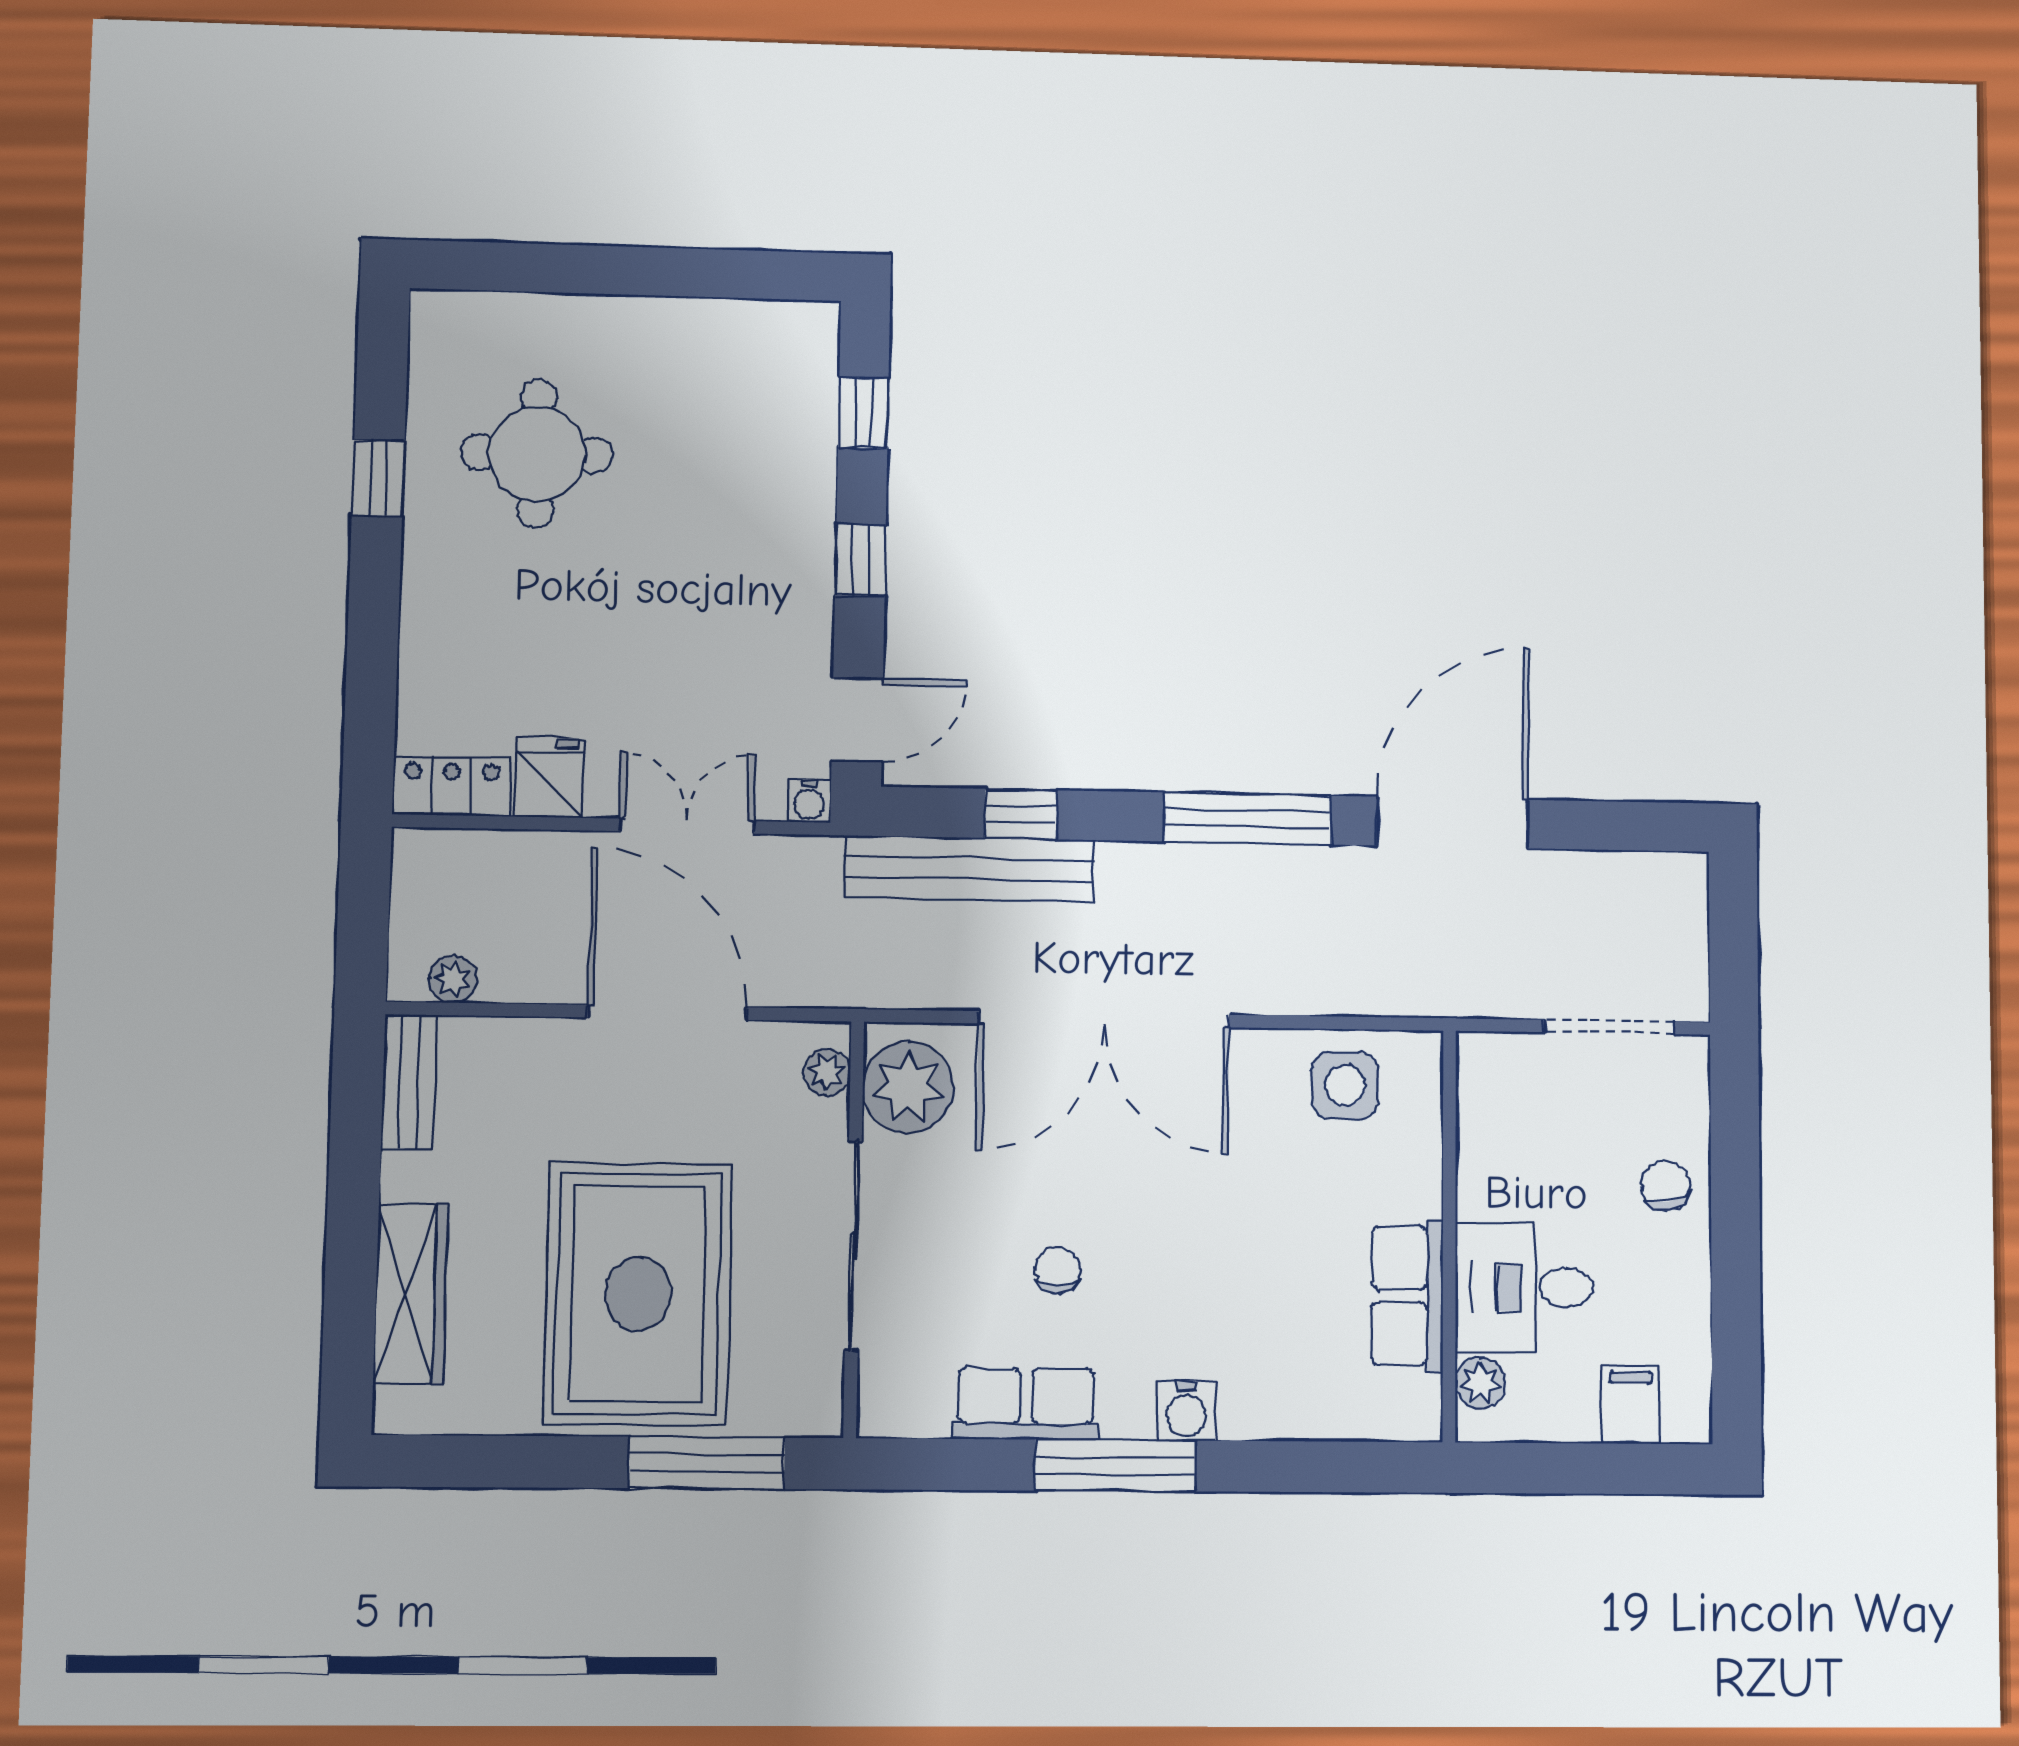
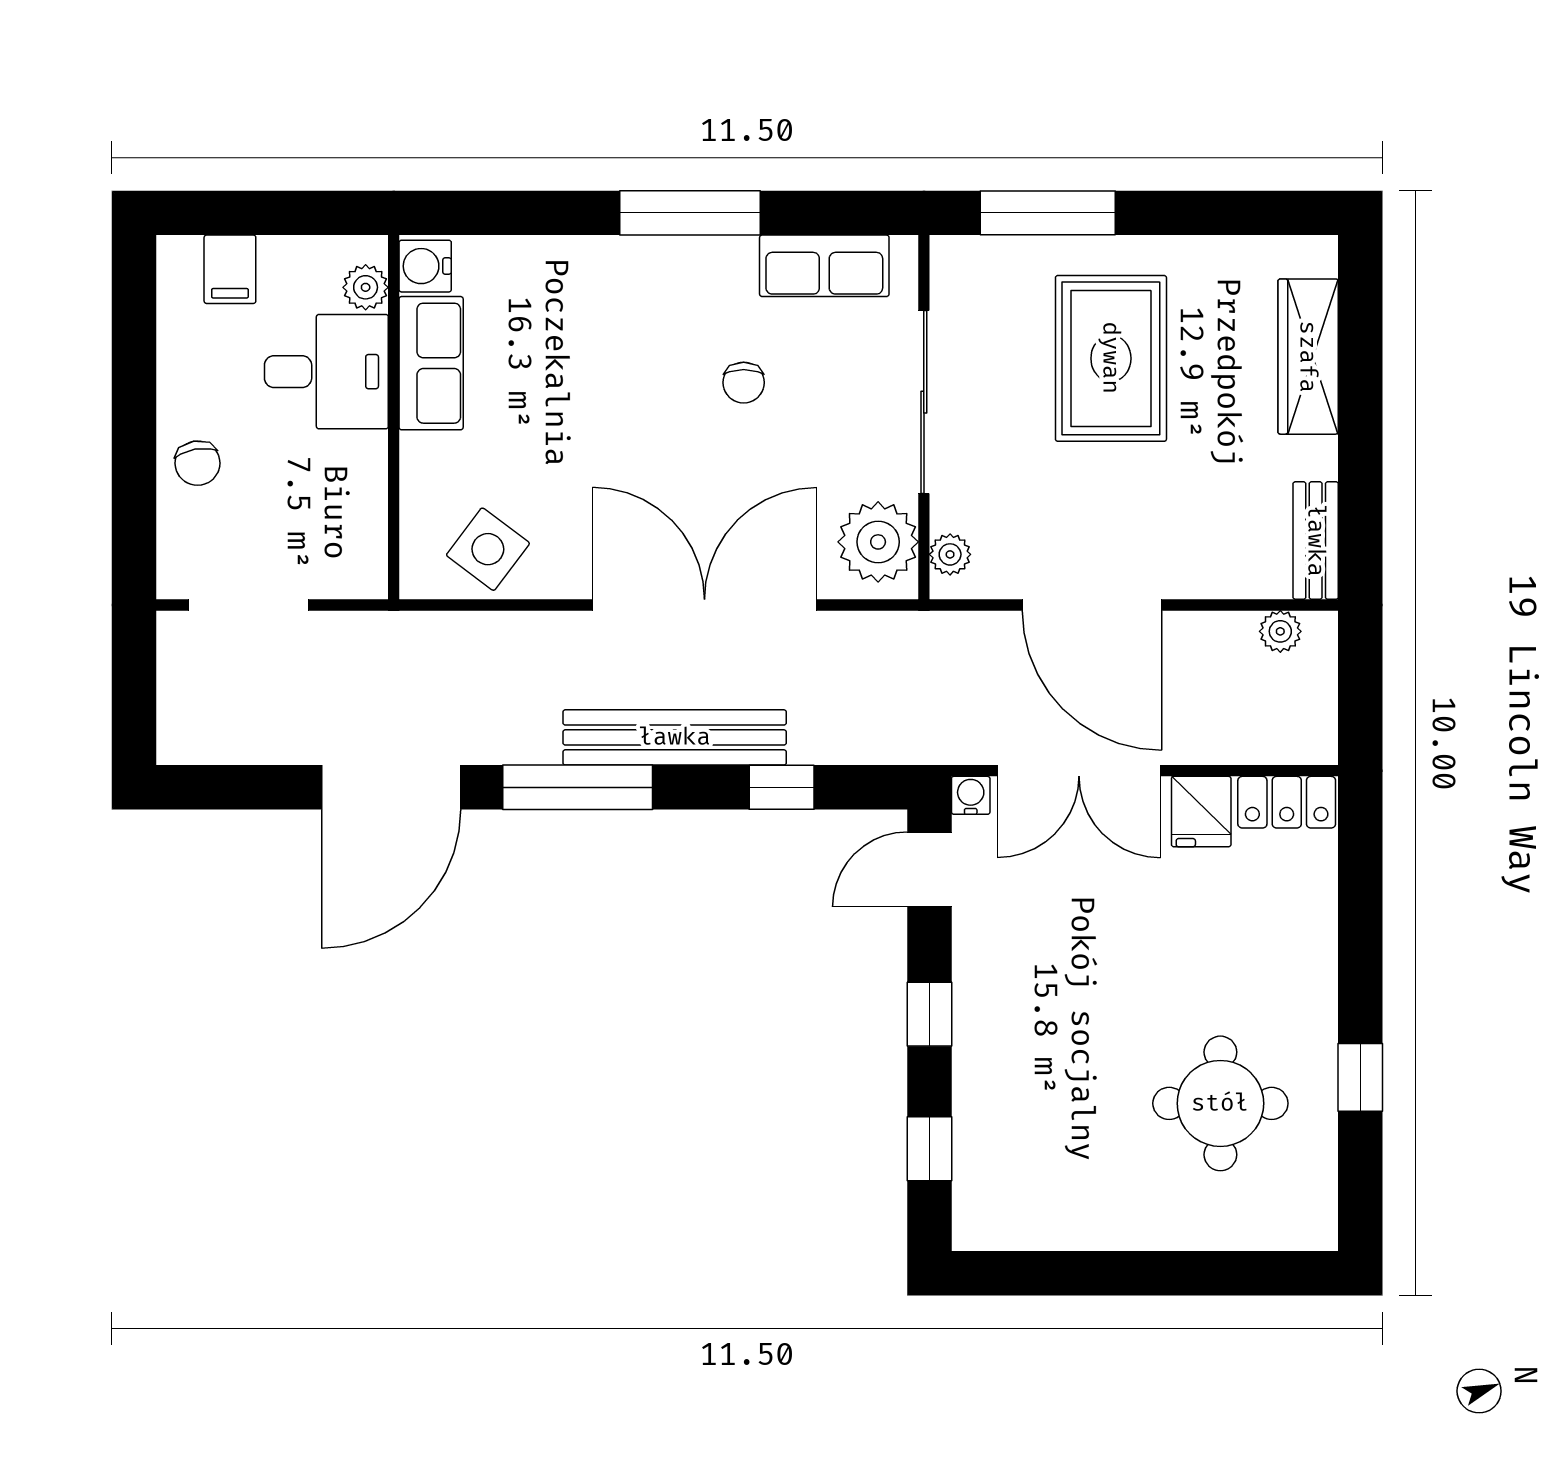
double door: (687, 826) -> (1079, 771), width x1.37
bench: (970, 869) -> (675, 737), moved
side table: (1345, 1085) -> (488, 549), turned 37
rug: (638, 1294) -> (1111, 358), width x0.73, depth x0.69
row of seats: (1026, 1404) -> (824, 266), moved
water cooler: (1186, 1411) -> (425, 266), moved, turned -90

